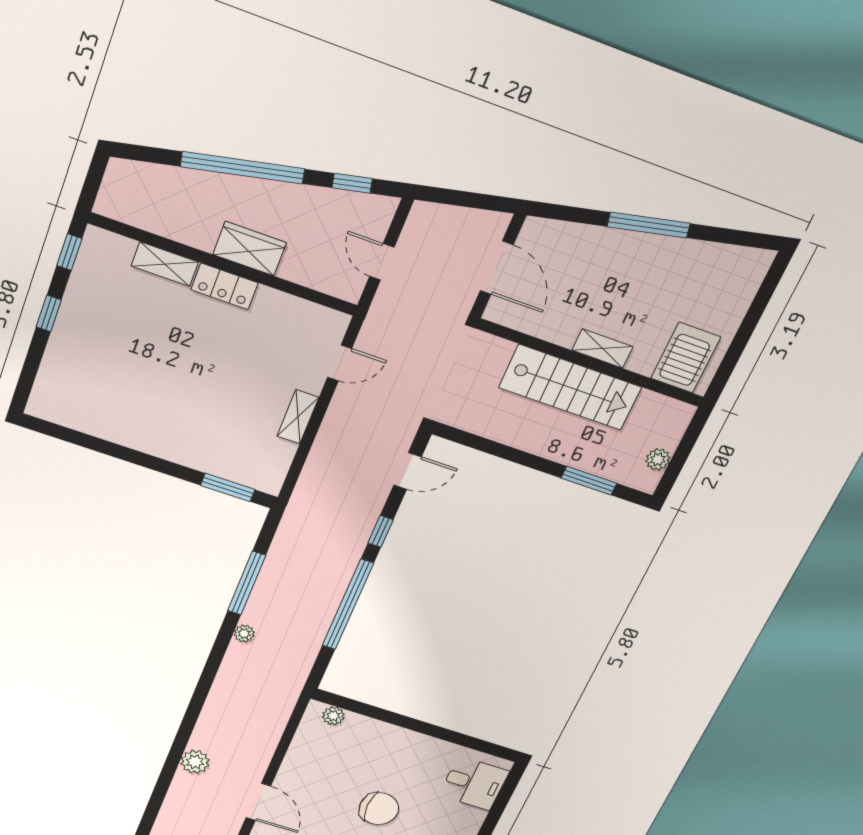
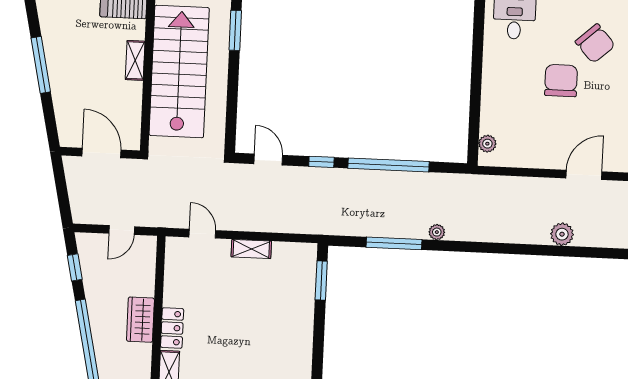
door: (497, 268) -> (102, 153), hinge flipped
stairs: (570, 387) -> (179, 71), width x1.36, depth x1.51

